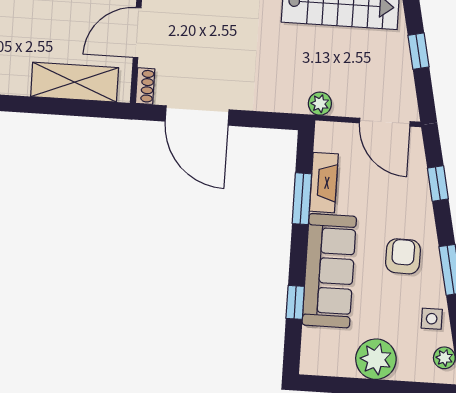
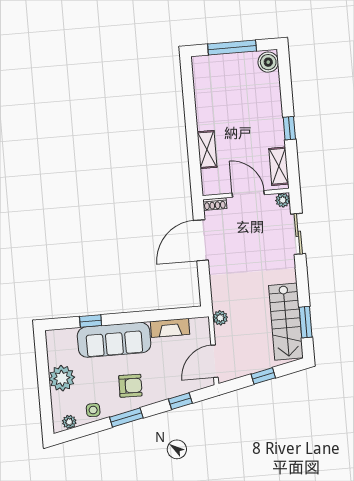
shelving: (75, 82) -> (207, 150), width x0.67, depth x0.75
window: (302, 199) -> (158, 315), removed

